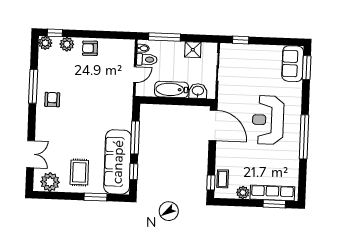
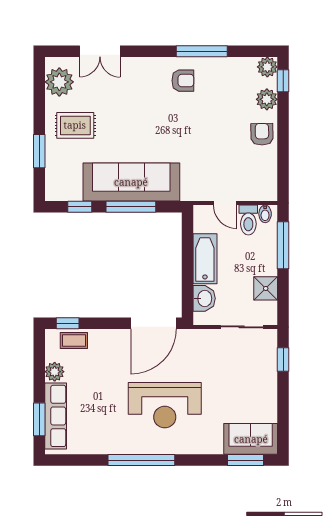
reception desk: (268, 120) -> (165, 405), turned 180
sofa: (118, 162) -> (131, 182), moved

